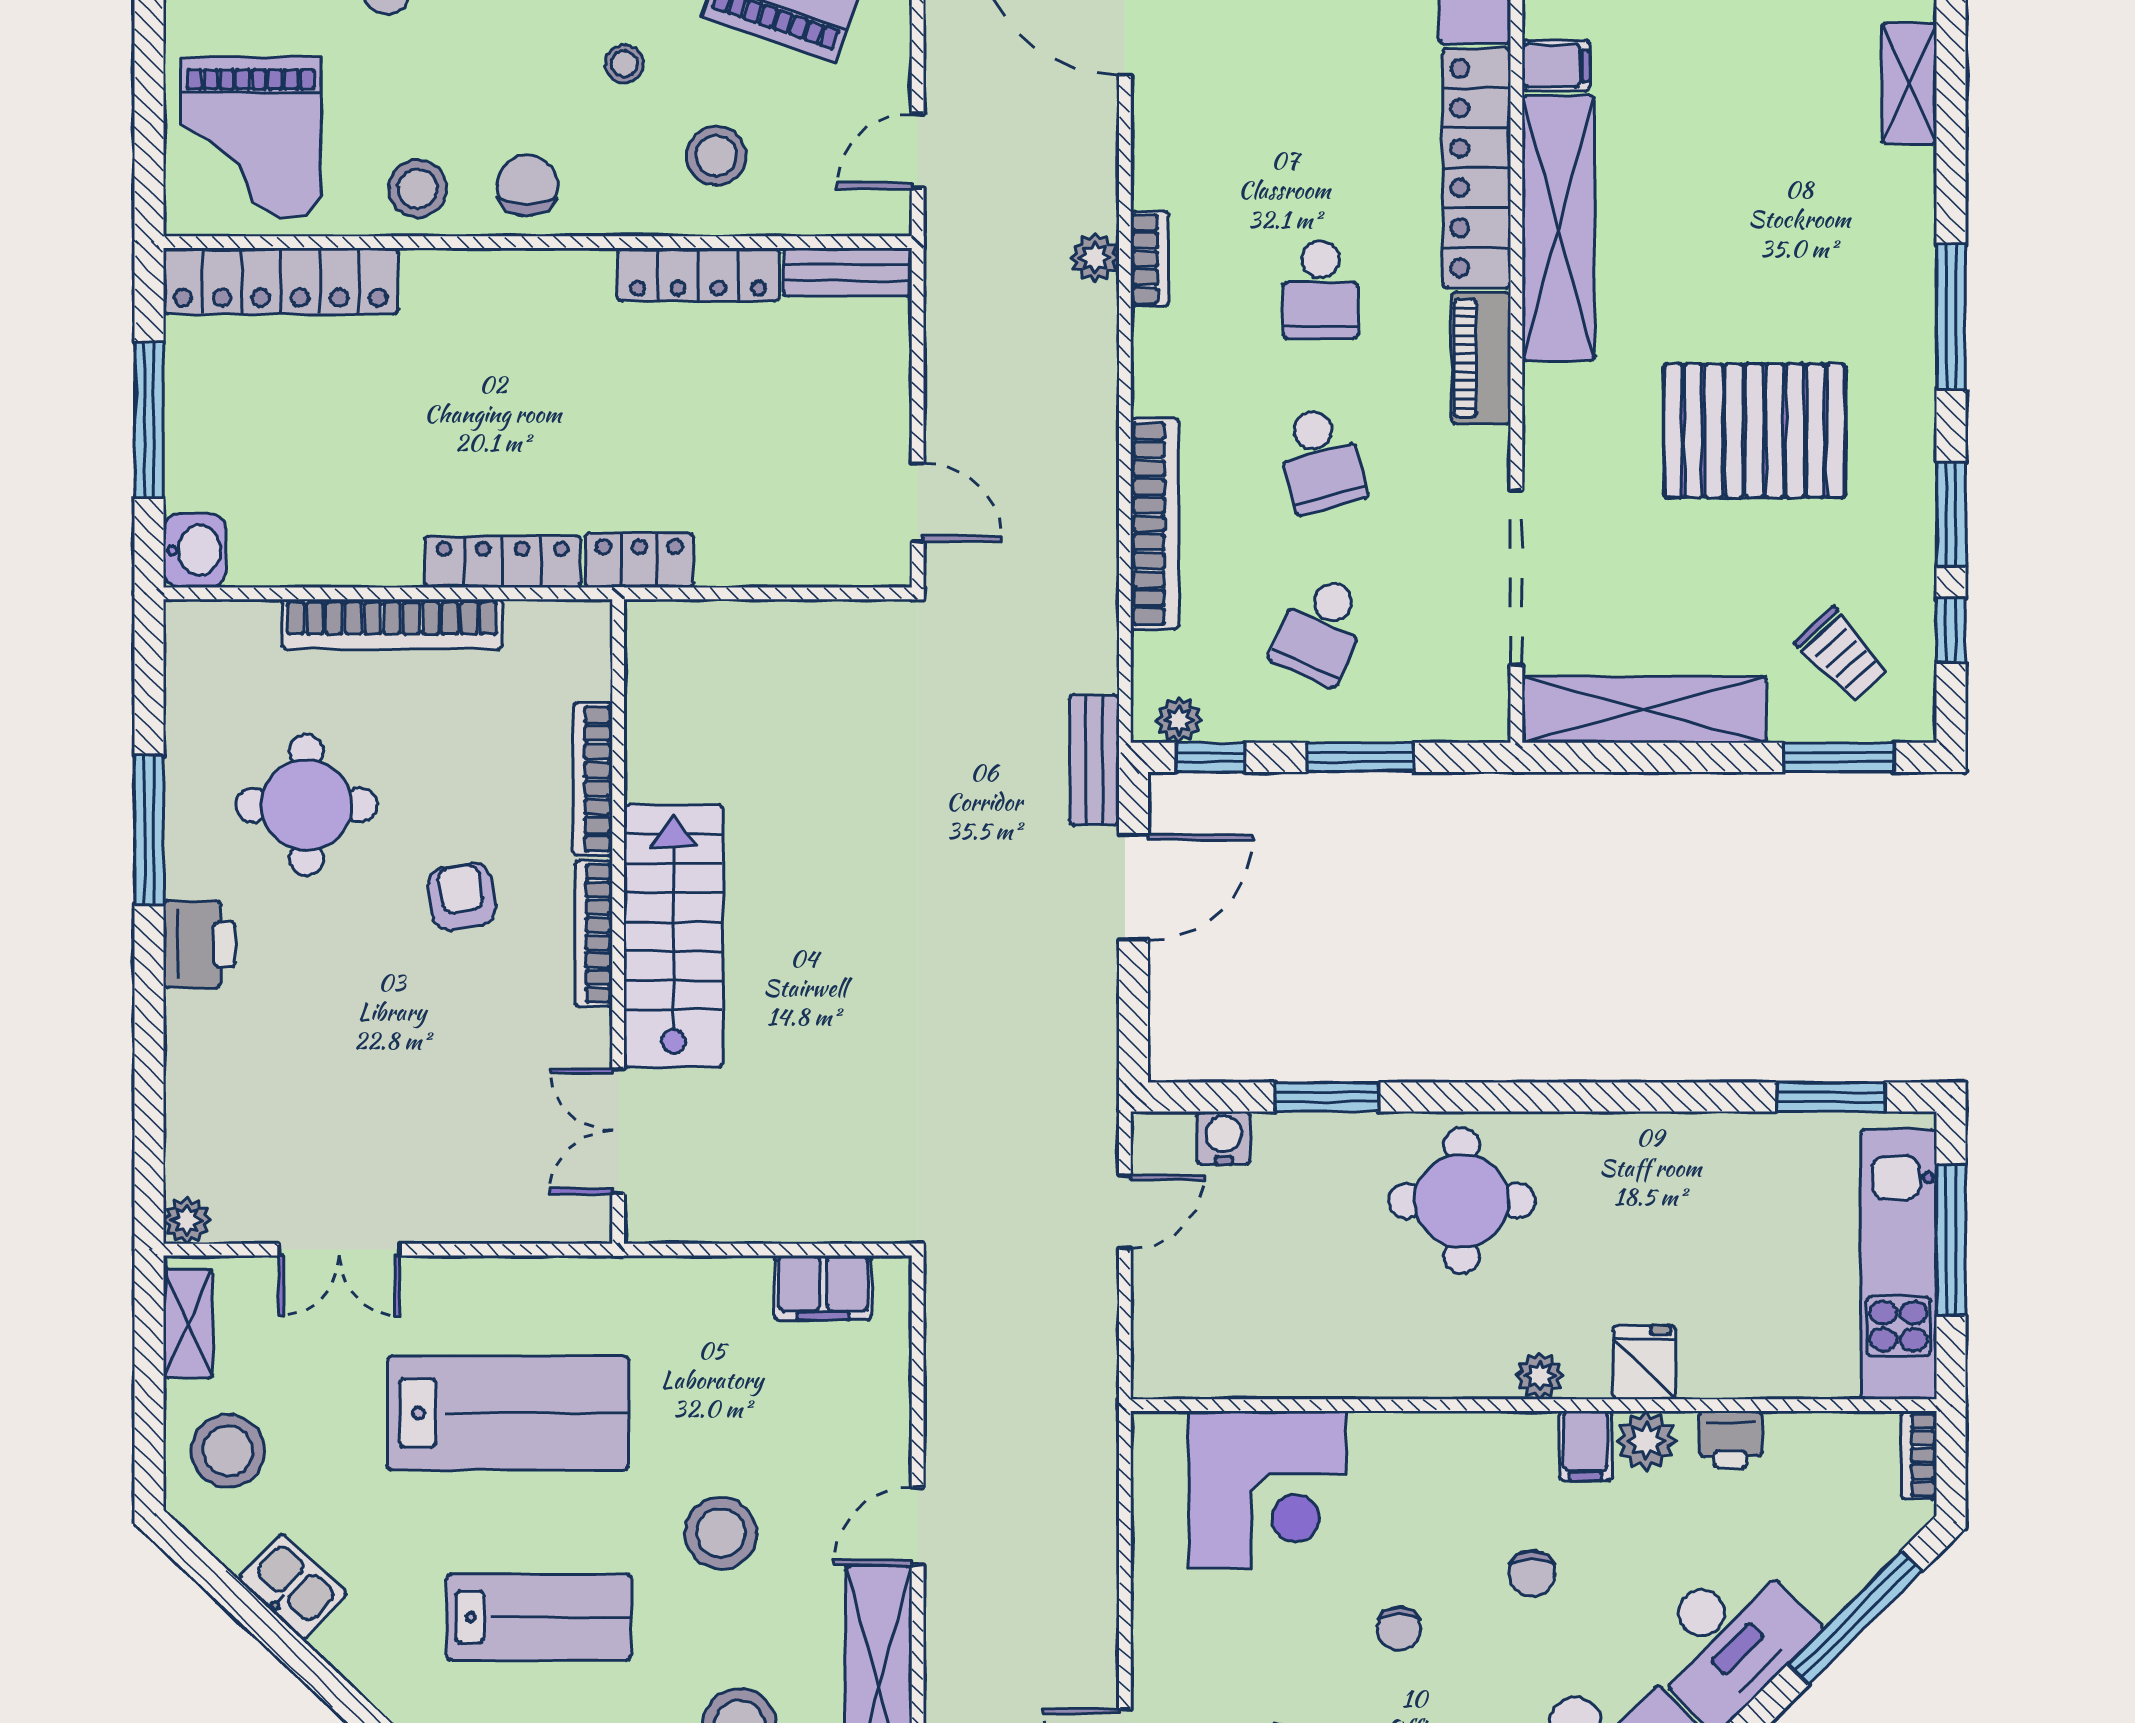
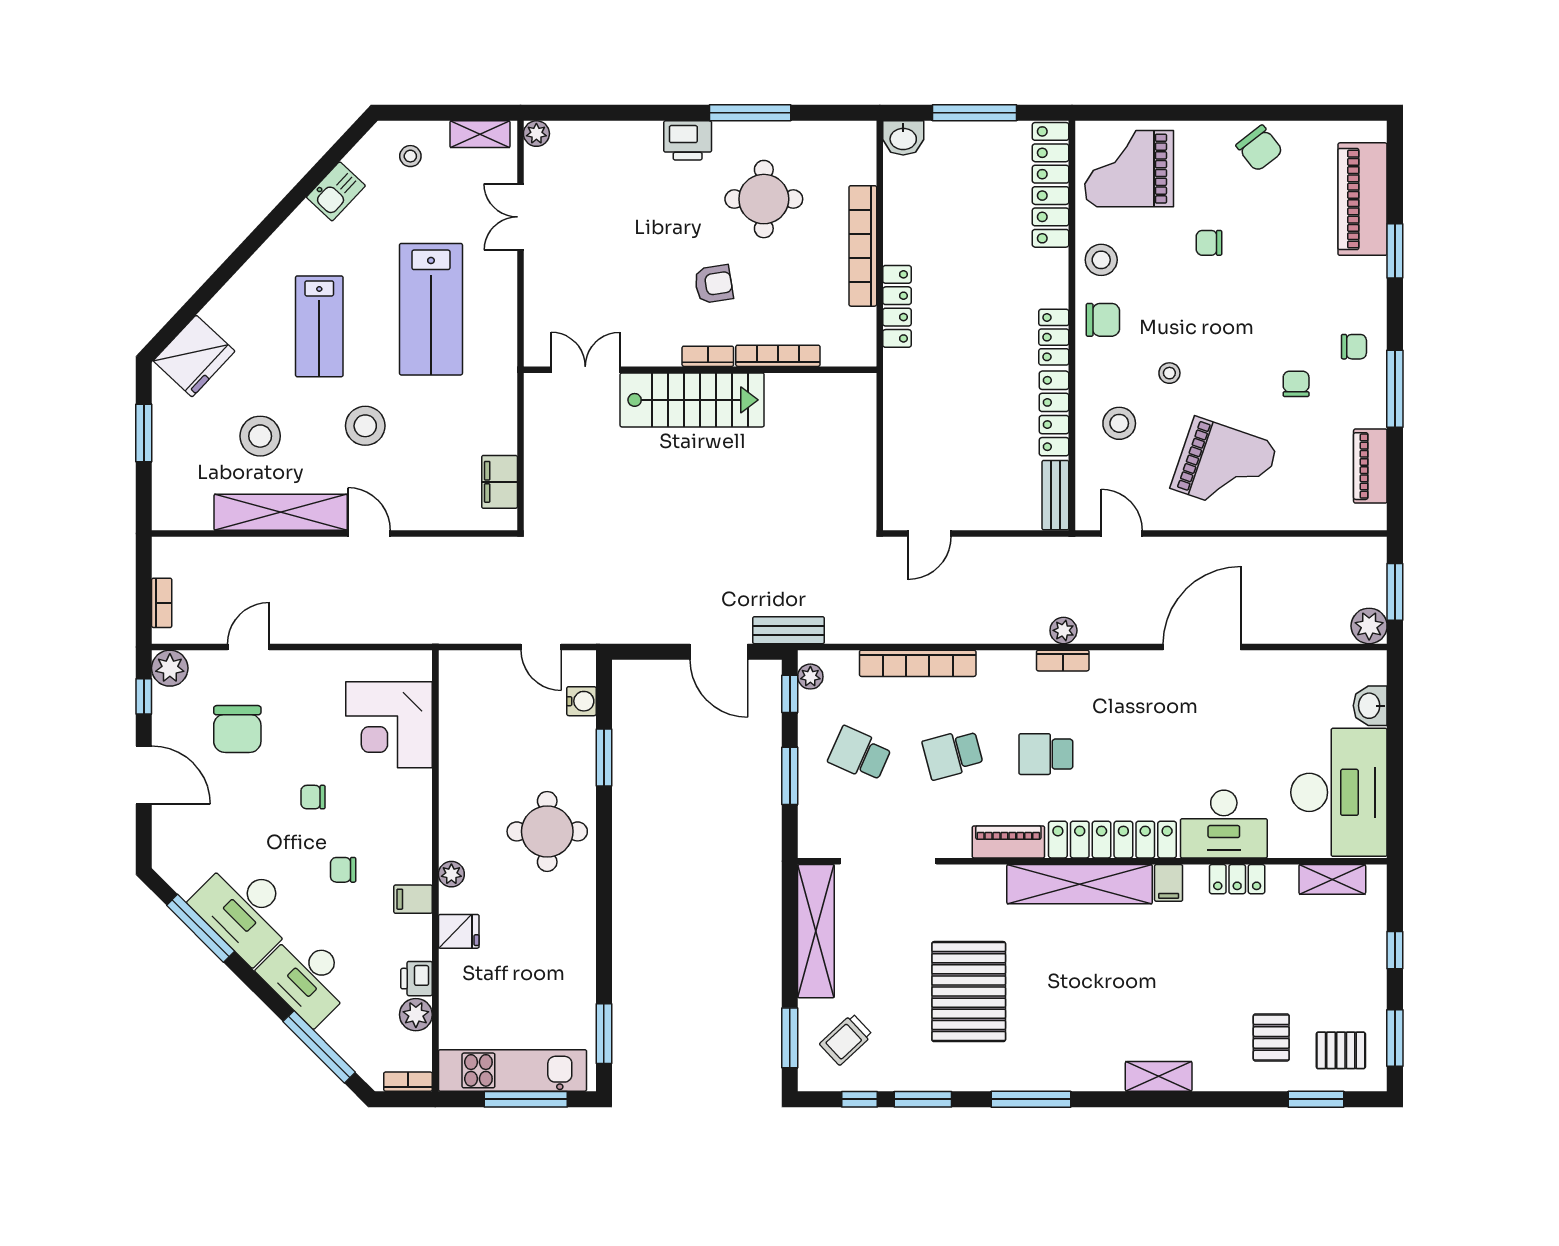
locker: (639, 560) -> (1054, 337), moved, turned 180
bookcase: (594, 934) -> (708, 356), width x0.64
plant: (1646, 1441) -> (416, 1015), moved
stool: (228, 1451) -> (410, 156), width x0.53, depth x0.53

